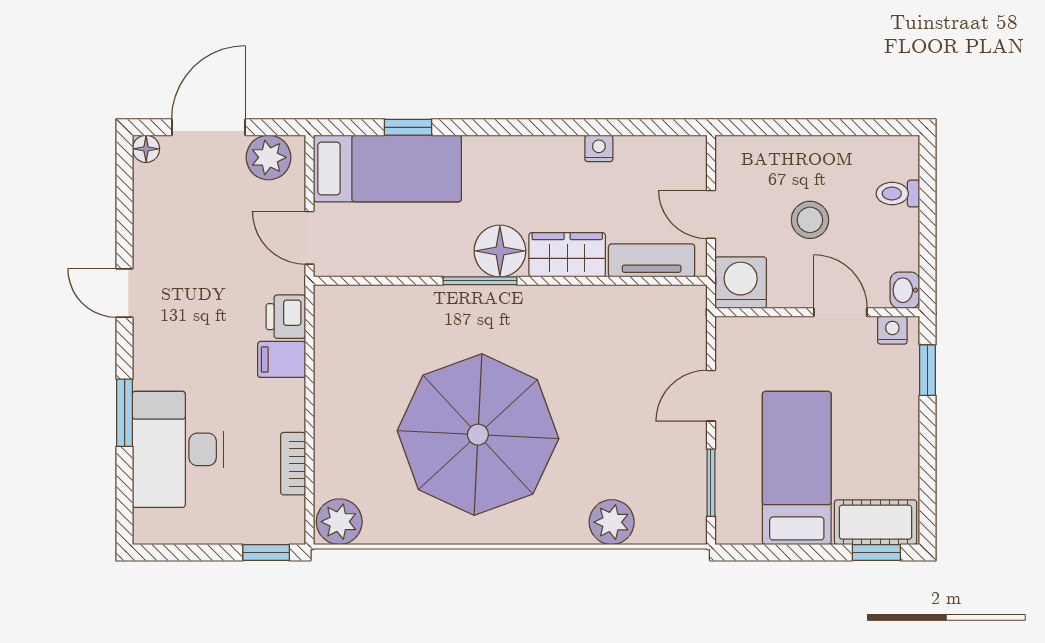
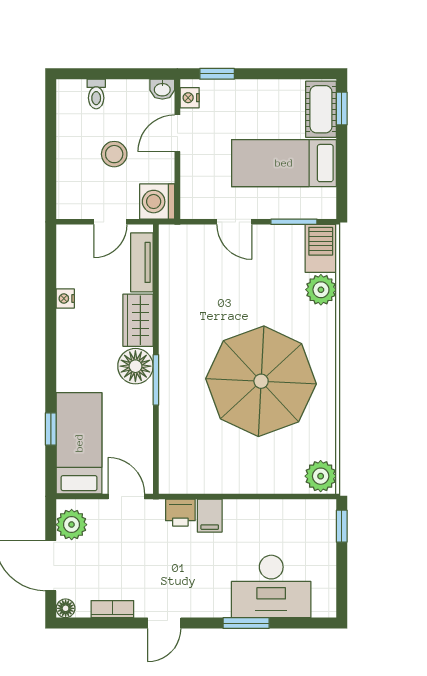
door: (310, 238) -> (126, 496), swing flipped
bookcase: (293, 464) -> (112, 609), moved, turned 180
barbecue: (672, 522) -> (321, 248), added

